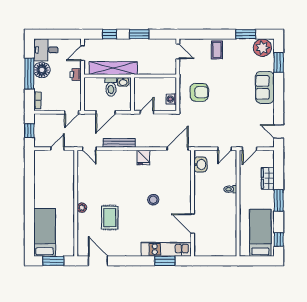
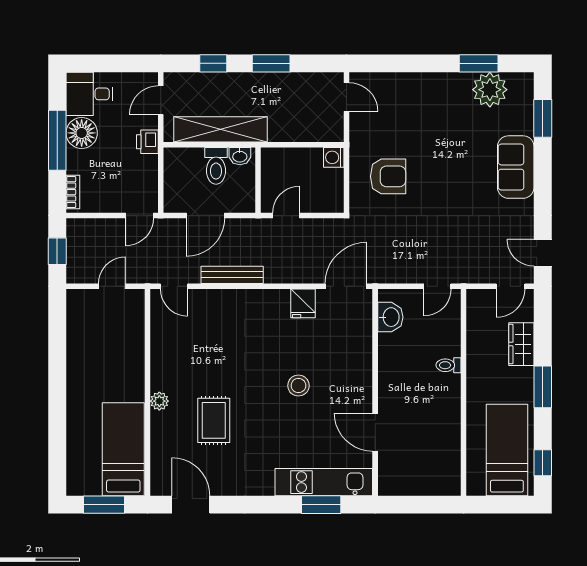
plant: (262, 48) -> (490, 90), moved
coffee table: (217, 50) -> (423, 94), removed
washing machine: (171, 99) -> (334, 157), moved
door: (249, 149) -> (511, 286), moved
fridge: (143, 157) -> (303, 303), moved
bed: (45, 232) -> (123, 449), moved

